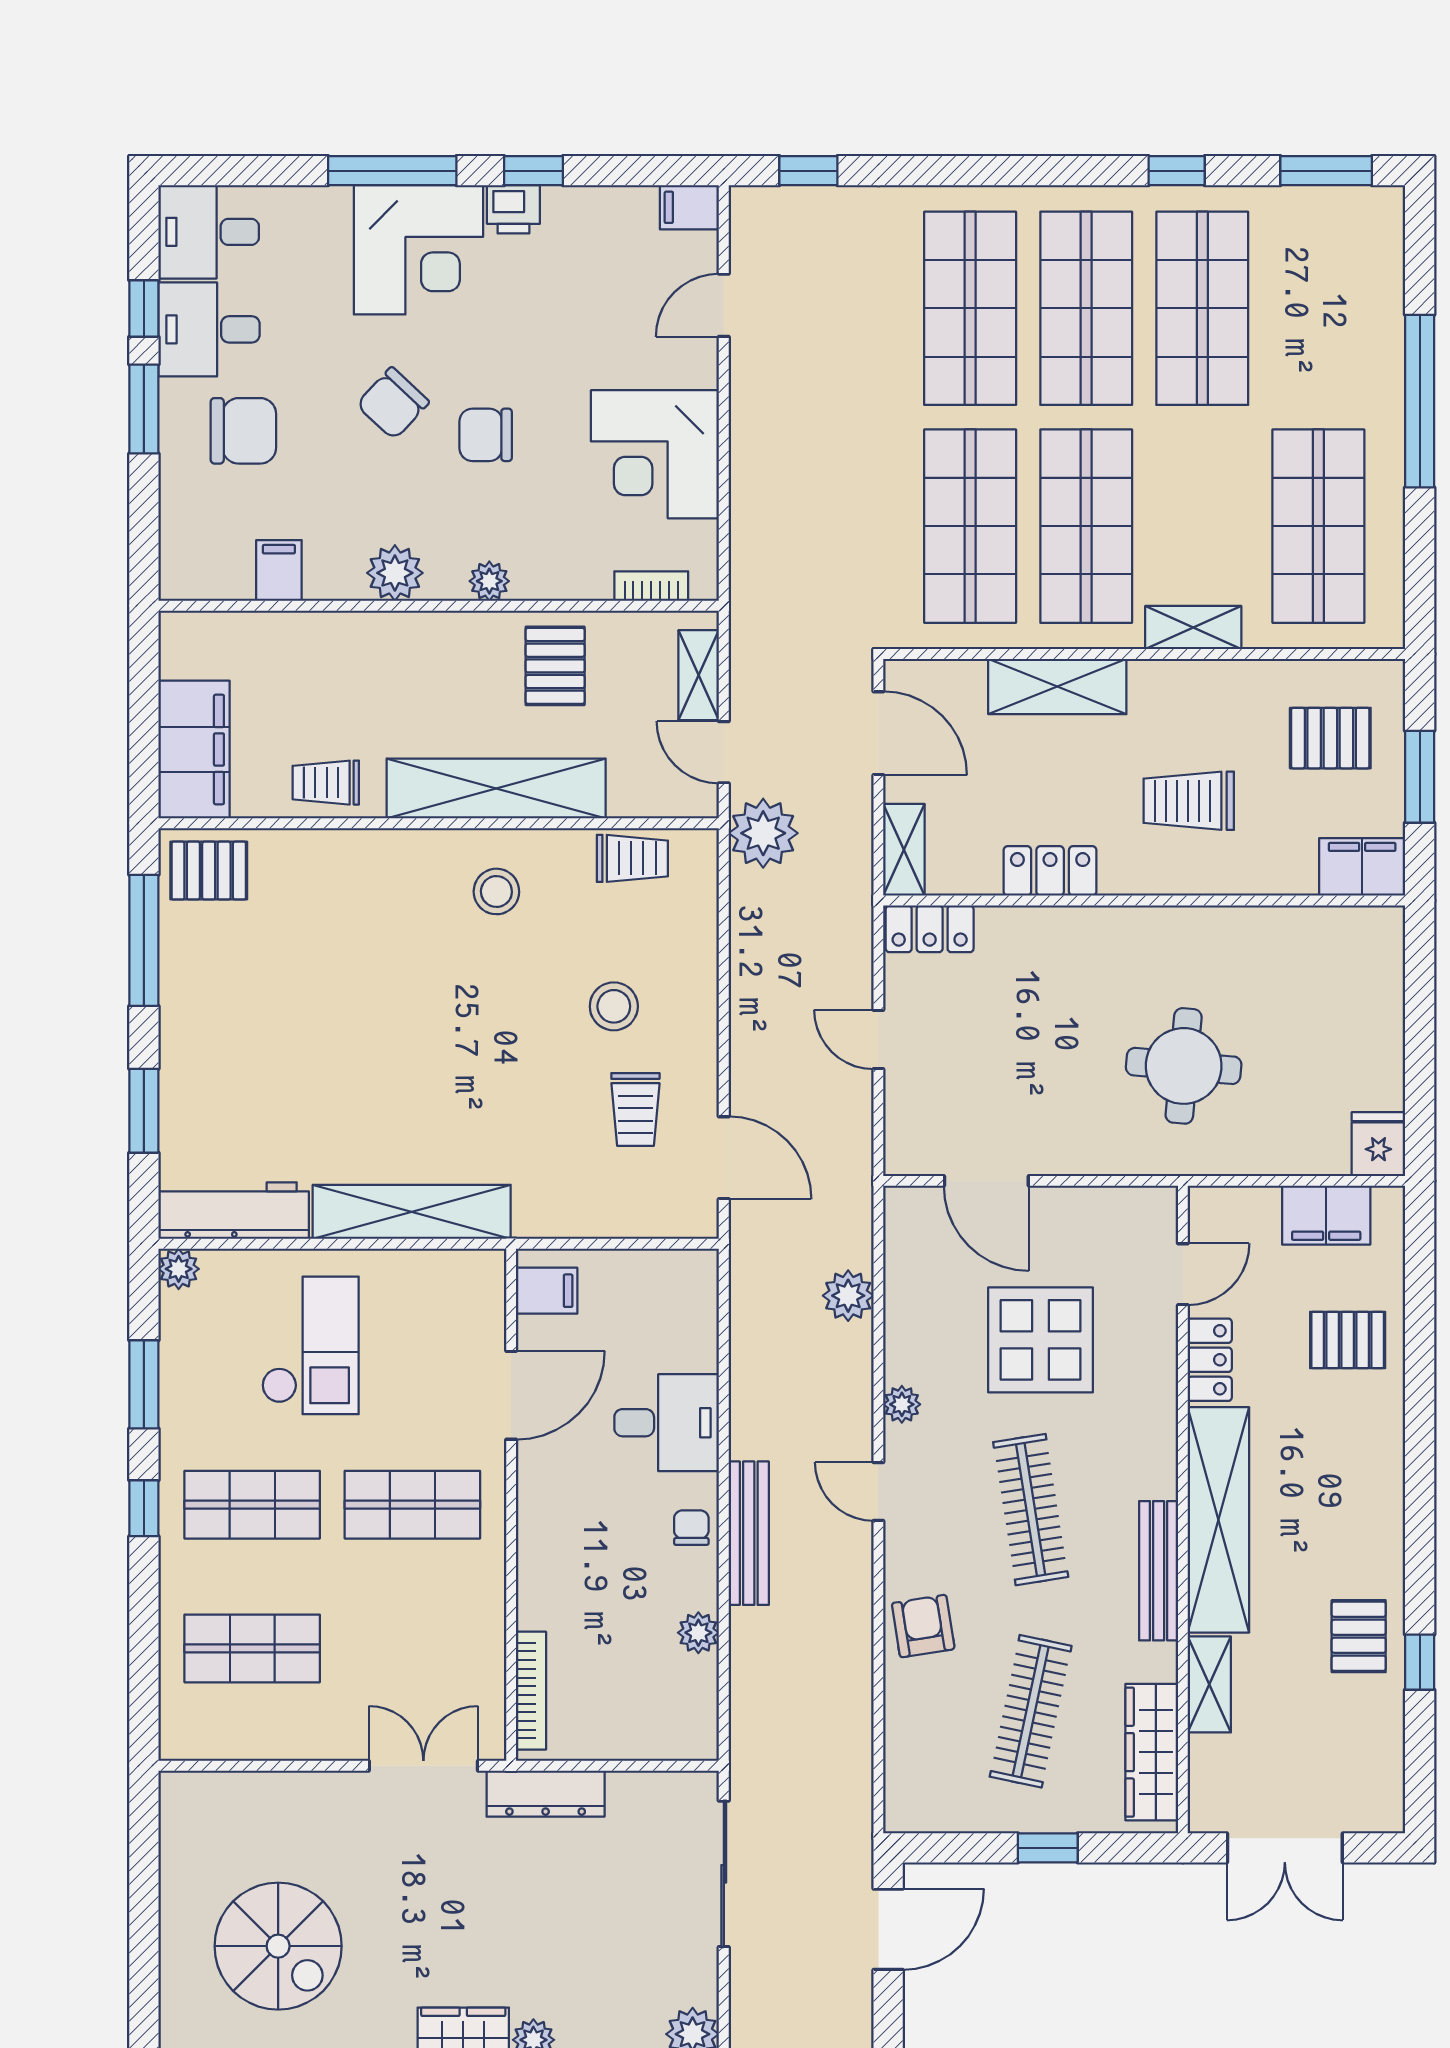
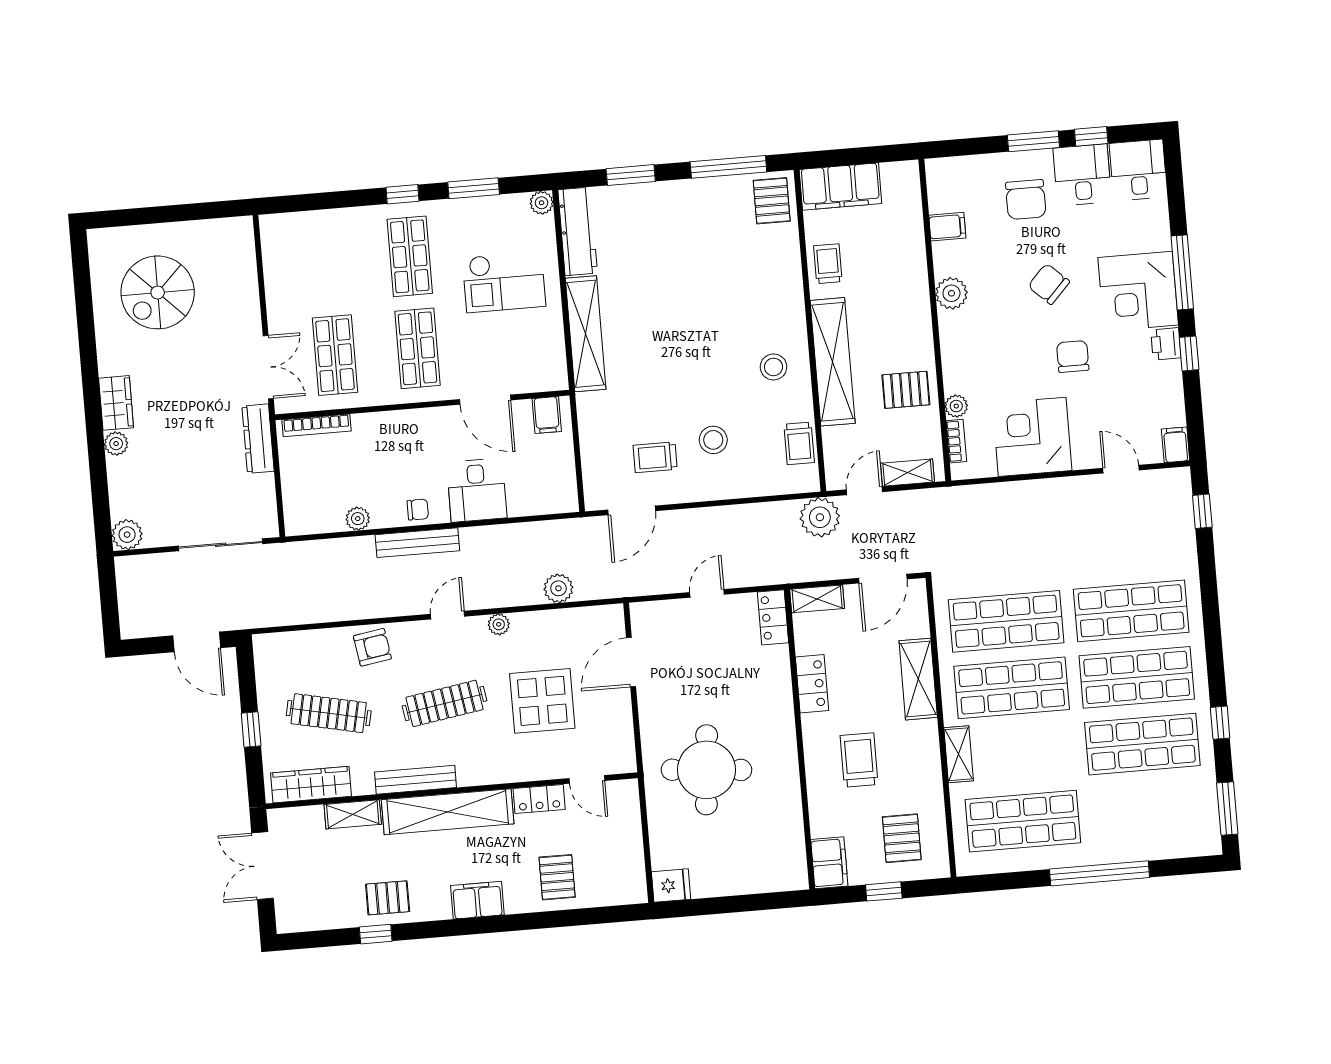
chair: (486, 435) -> (1073, 356), moved
plant: (489, 581) -> (956, 406), moved
window: (1420, 777) -> (884, 891), width x0.67
round table: (1184, 1066) -> (706, 770), width x1.36, depth x1.36
filing cabinet: (1326, 1215) -> (477, 900), moved, turned 90
shop shelf: (252, 1648) -> (335, 355), moved

